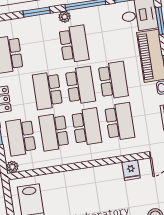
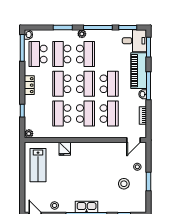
school desk: (21, 137) -> (62, 54), moved
fridge: (131, 170) -> (65, 149), moved

